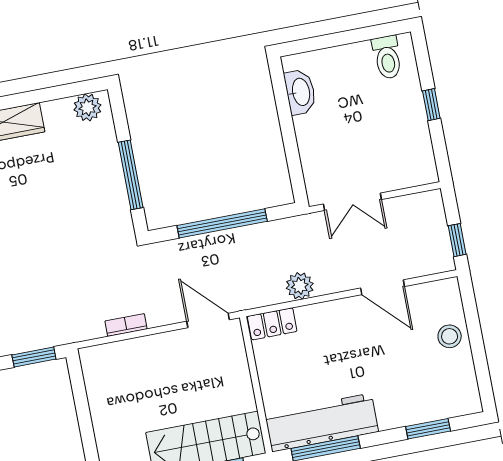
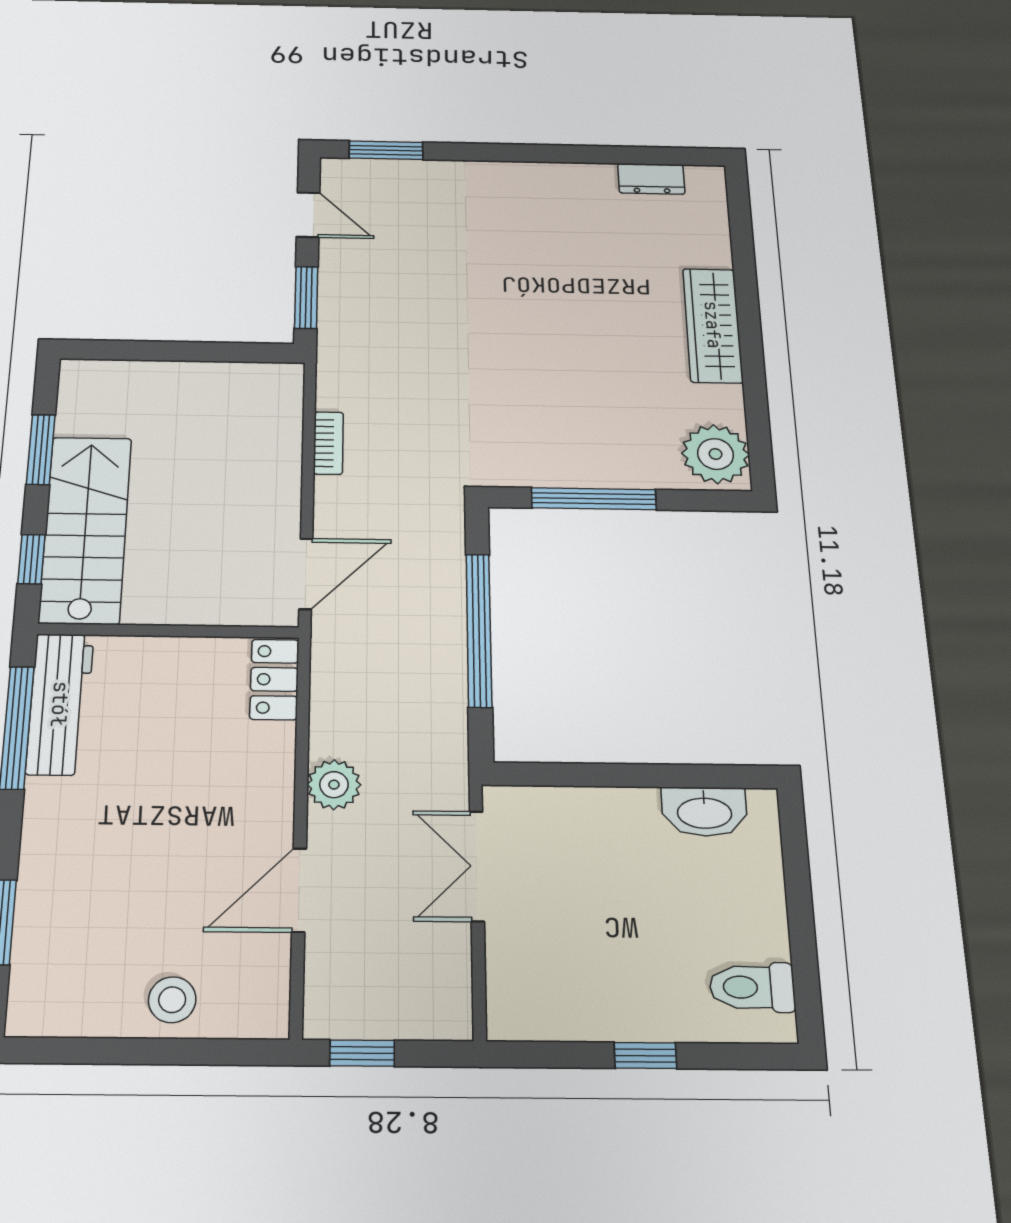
plant: (88, 107) -> (716, 454), width x1.36, depth x1.36
plant: (300, 286) -> (334, 785), moved
workbench: (322, 423) -> (60, 704), width x0.73, depth x0.76

